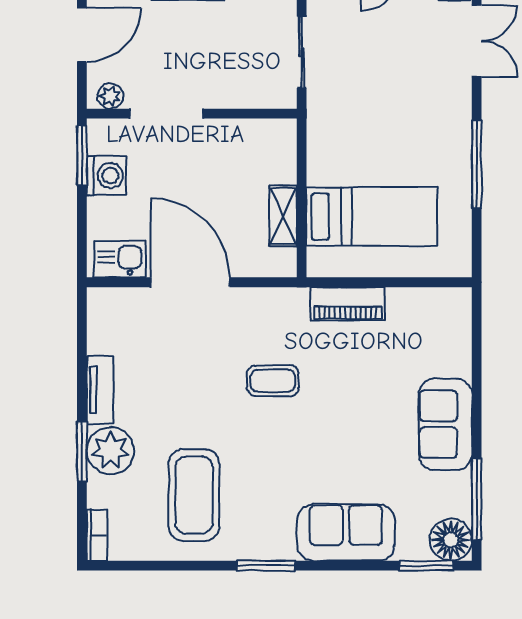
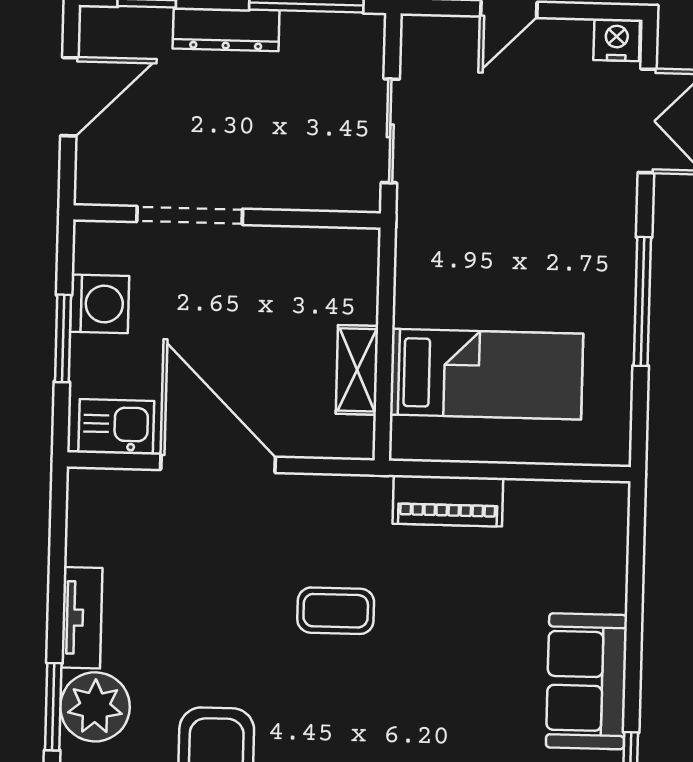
plant: (110, 96) -> (108, 188), removed
window: (82, 155) -> (63, 338), moved

